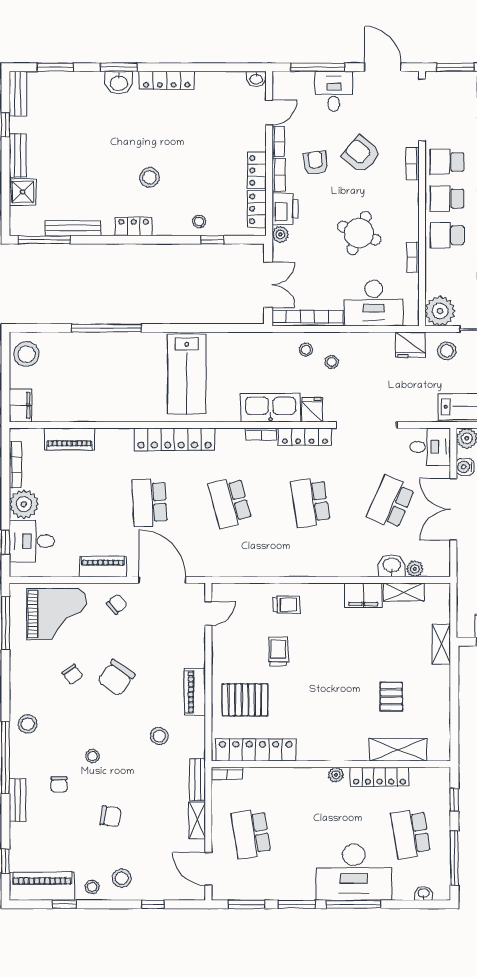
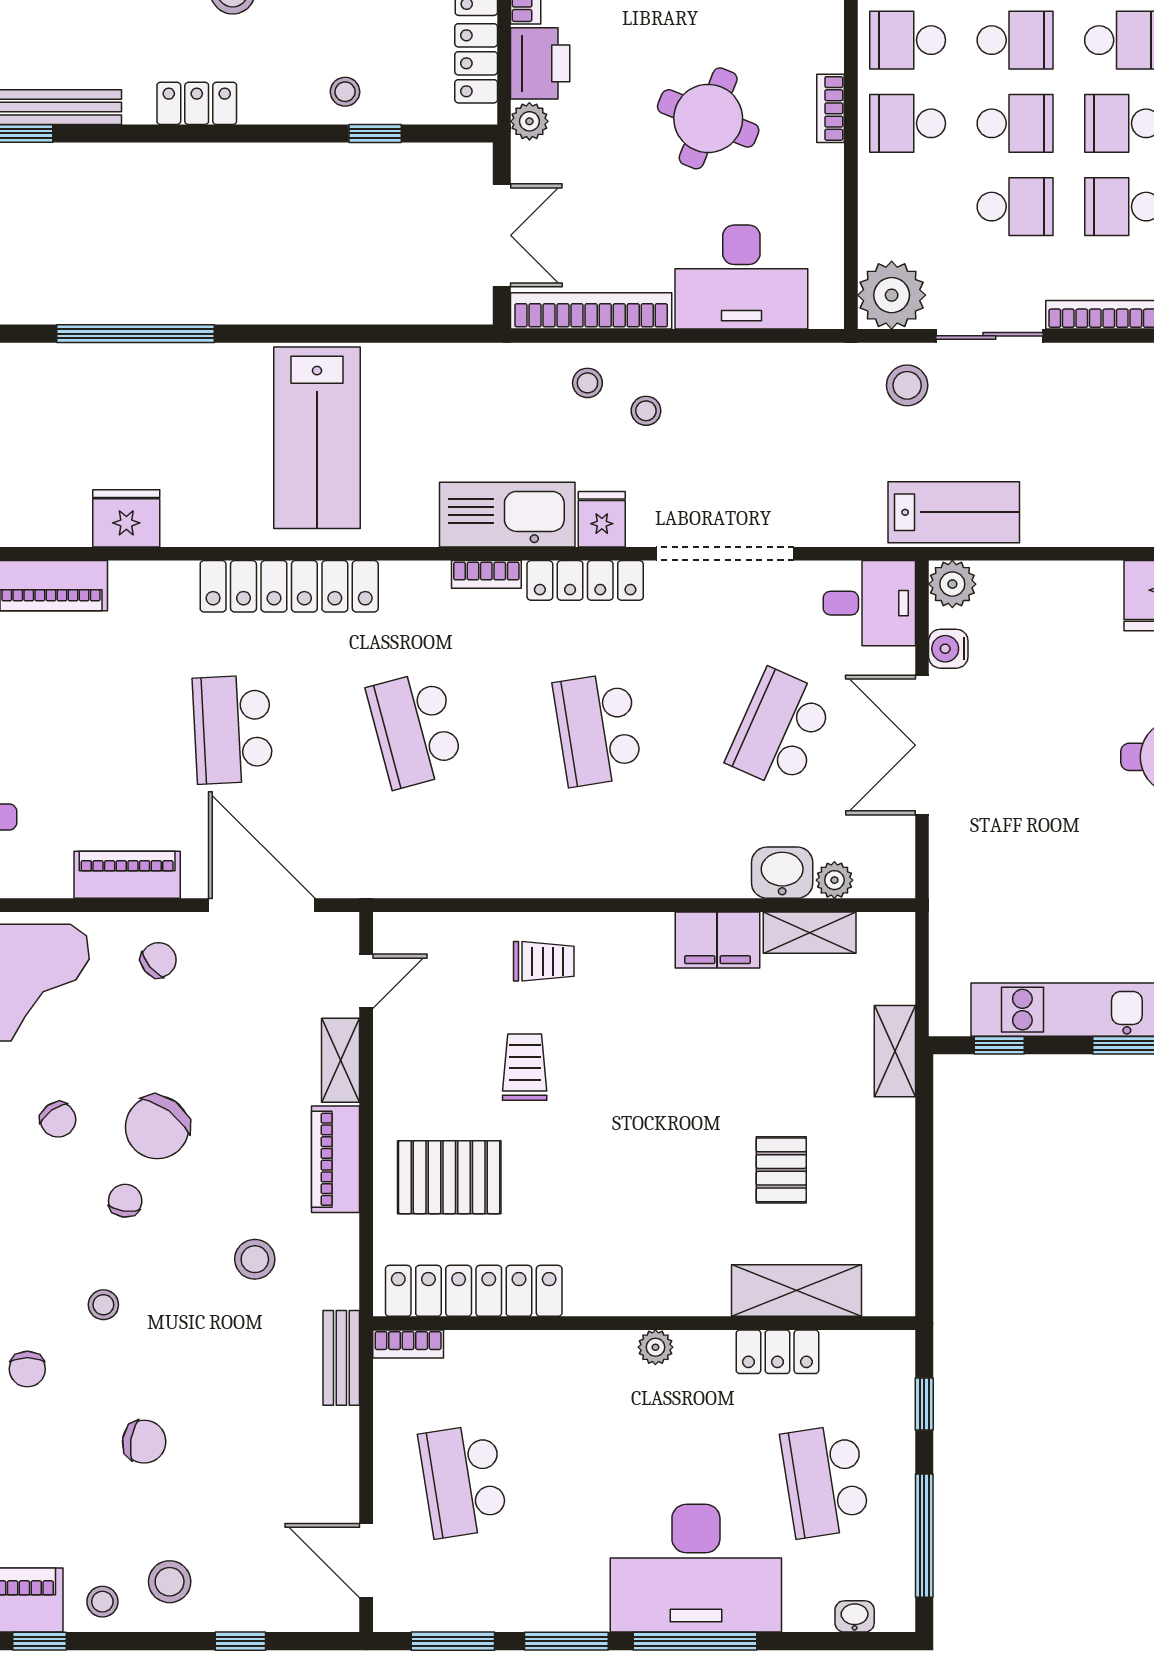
bookcase: (413, 257) -> (831, 108), moved
fridge: (410, 345) -> (126, 518), moved, turned 180
chair: (102, 710) -> (125, 1201), added
locker: (380, 777) -> (777, 1352), width x0.66
shelving: (197, 821) -> (341, 1060), moved

